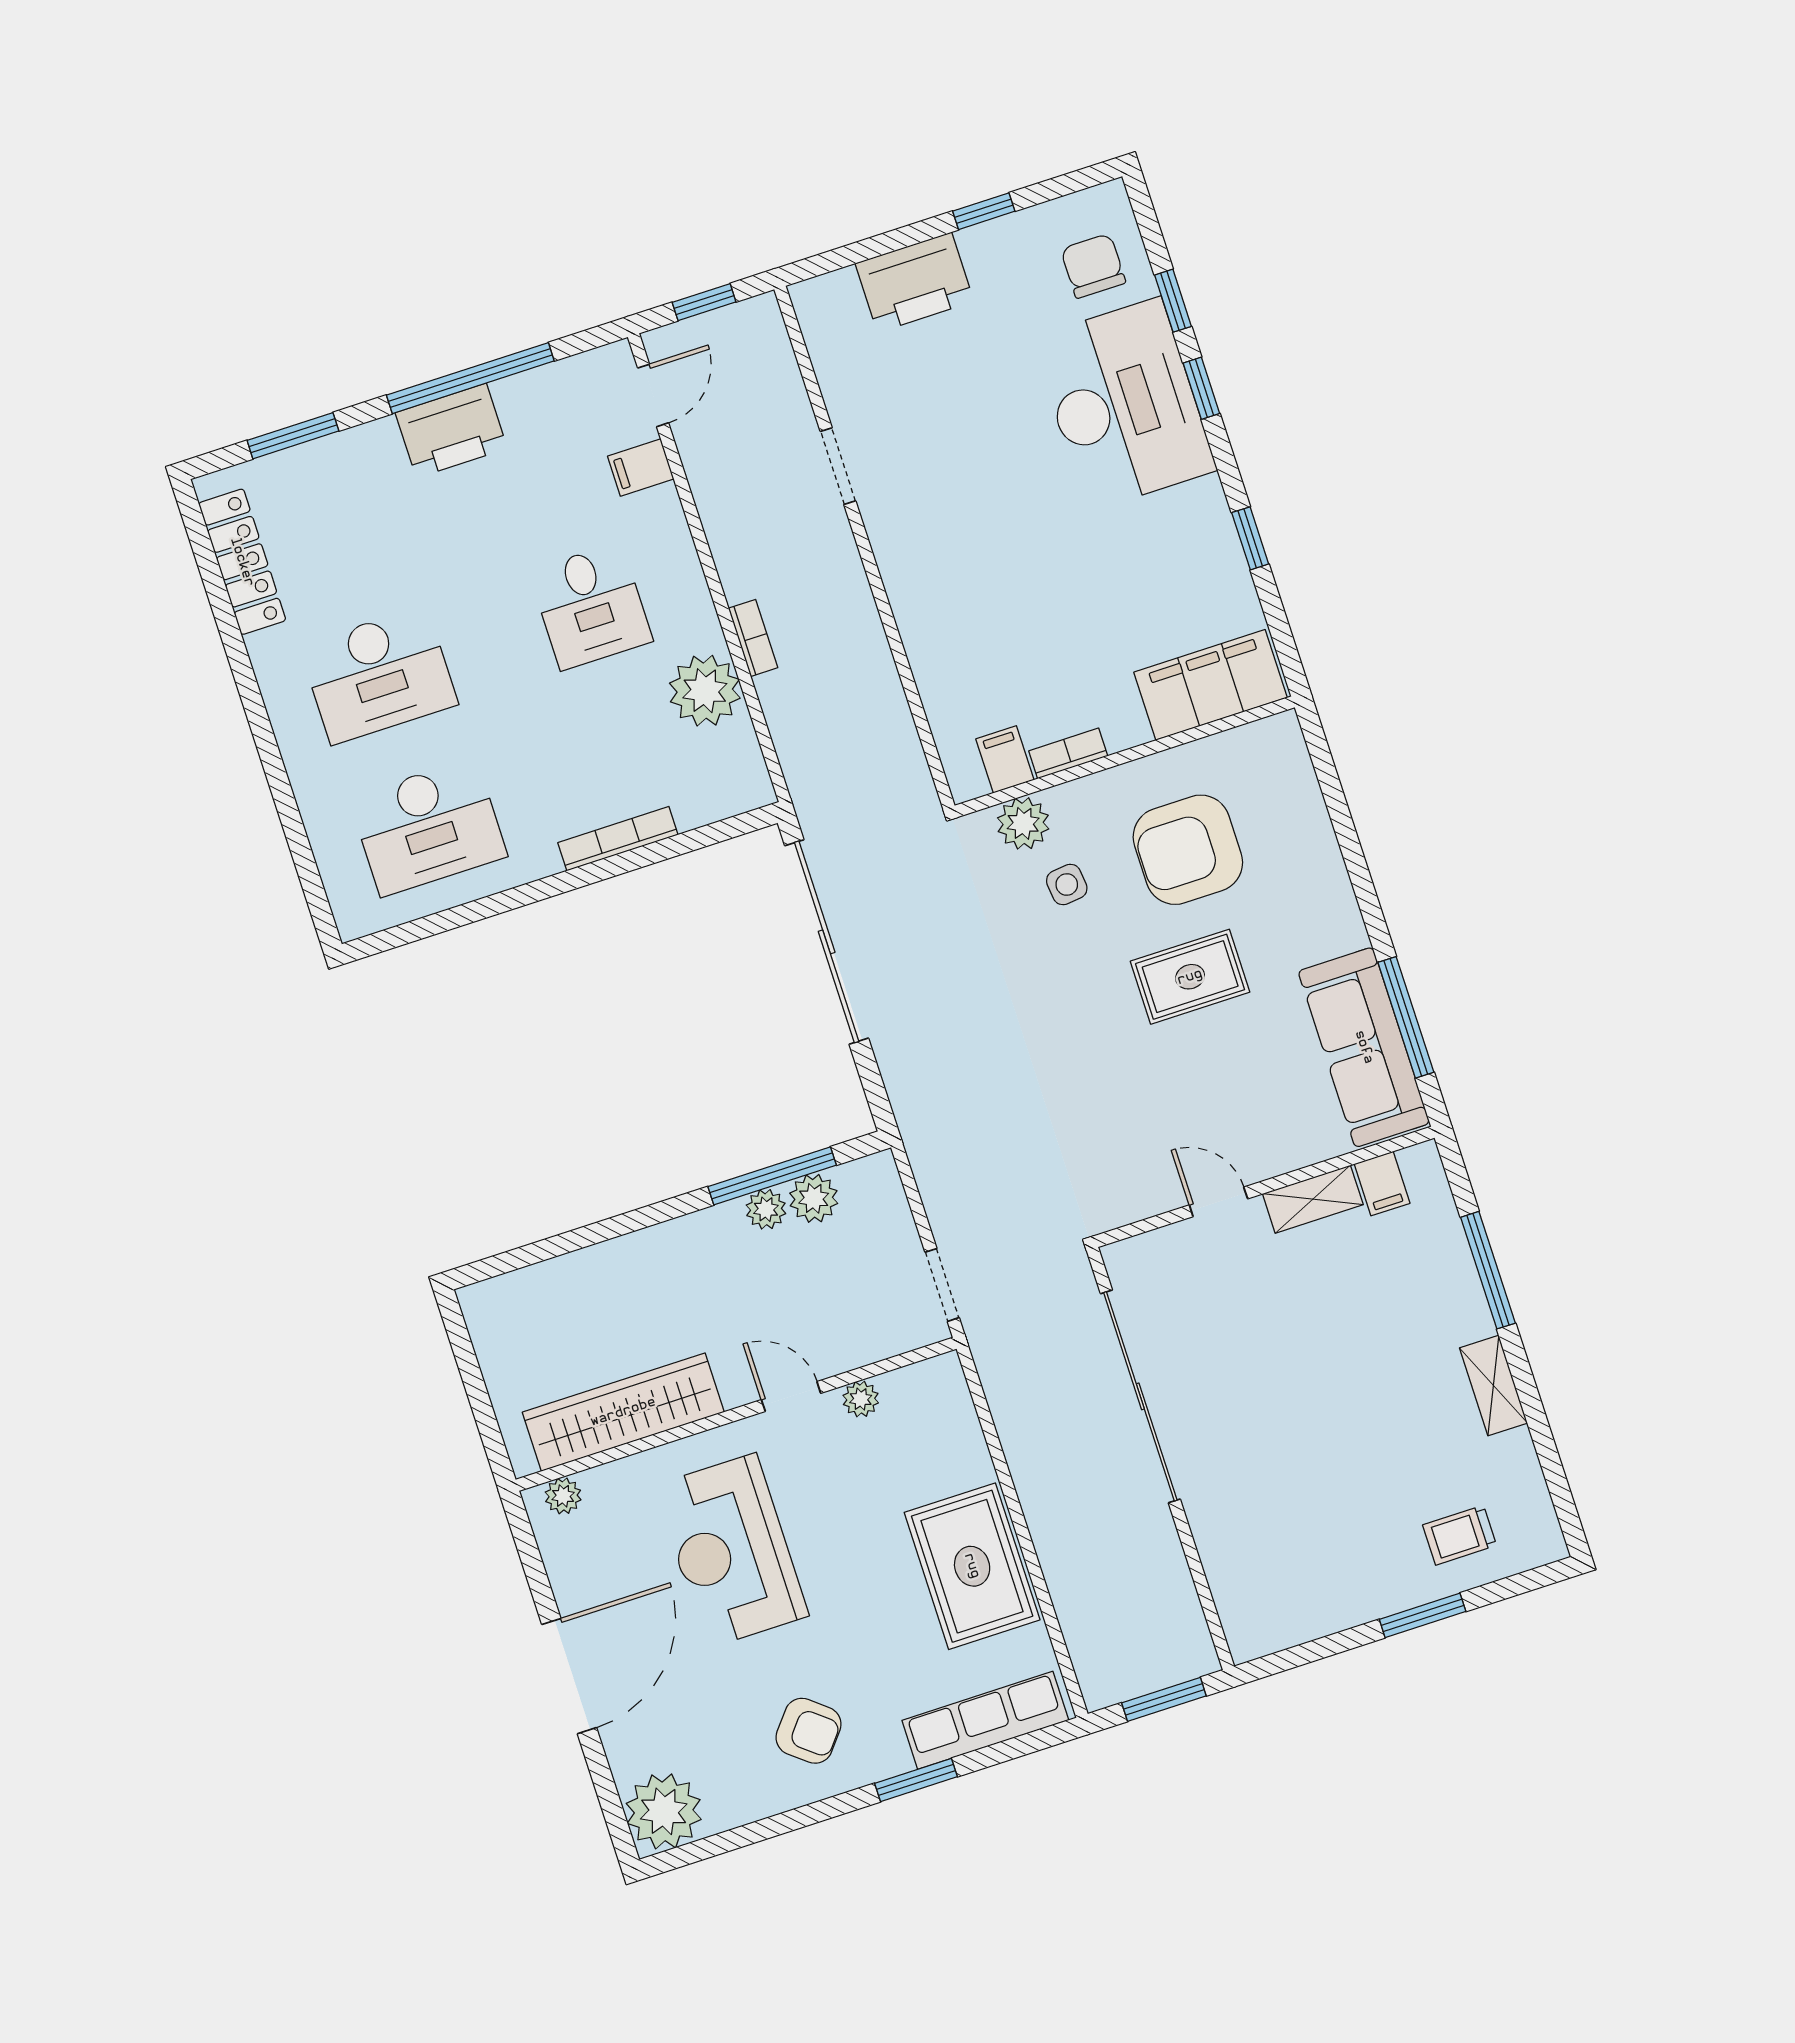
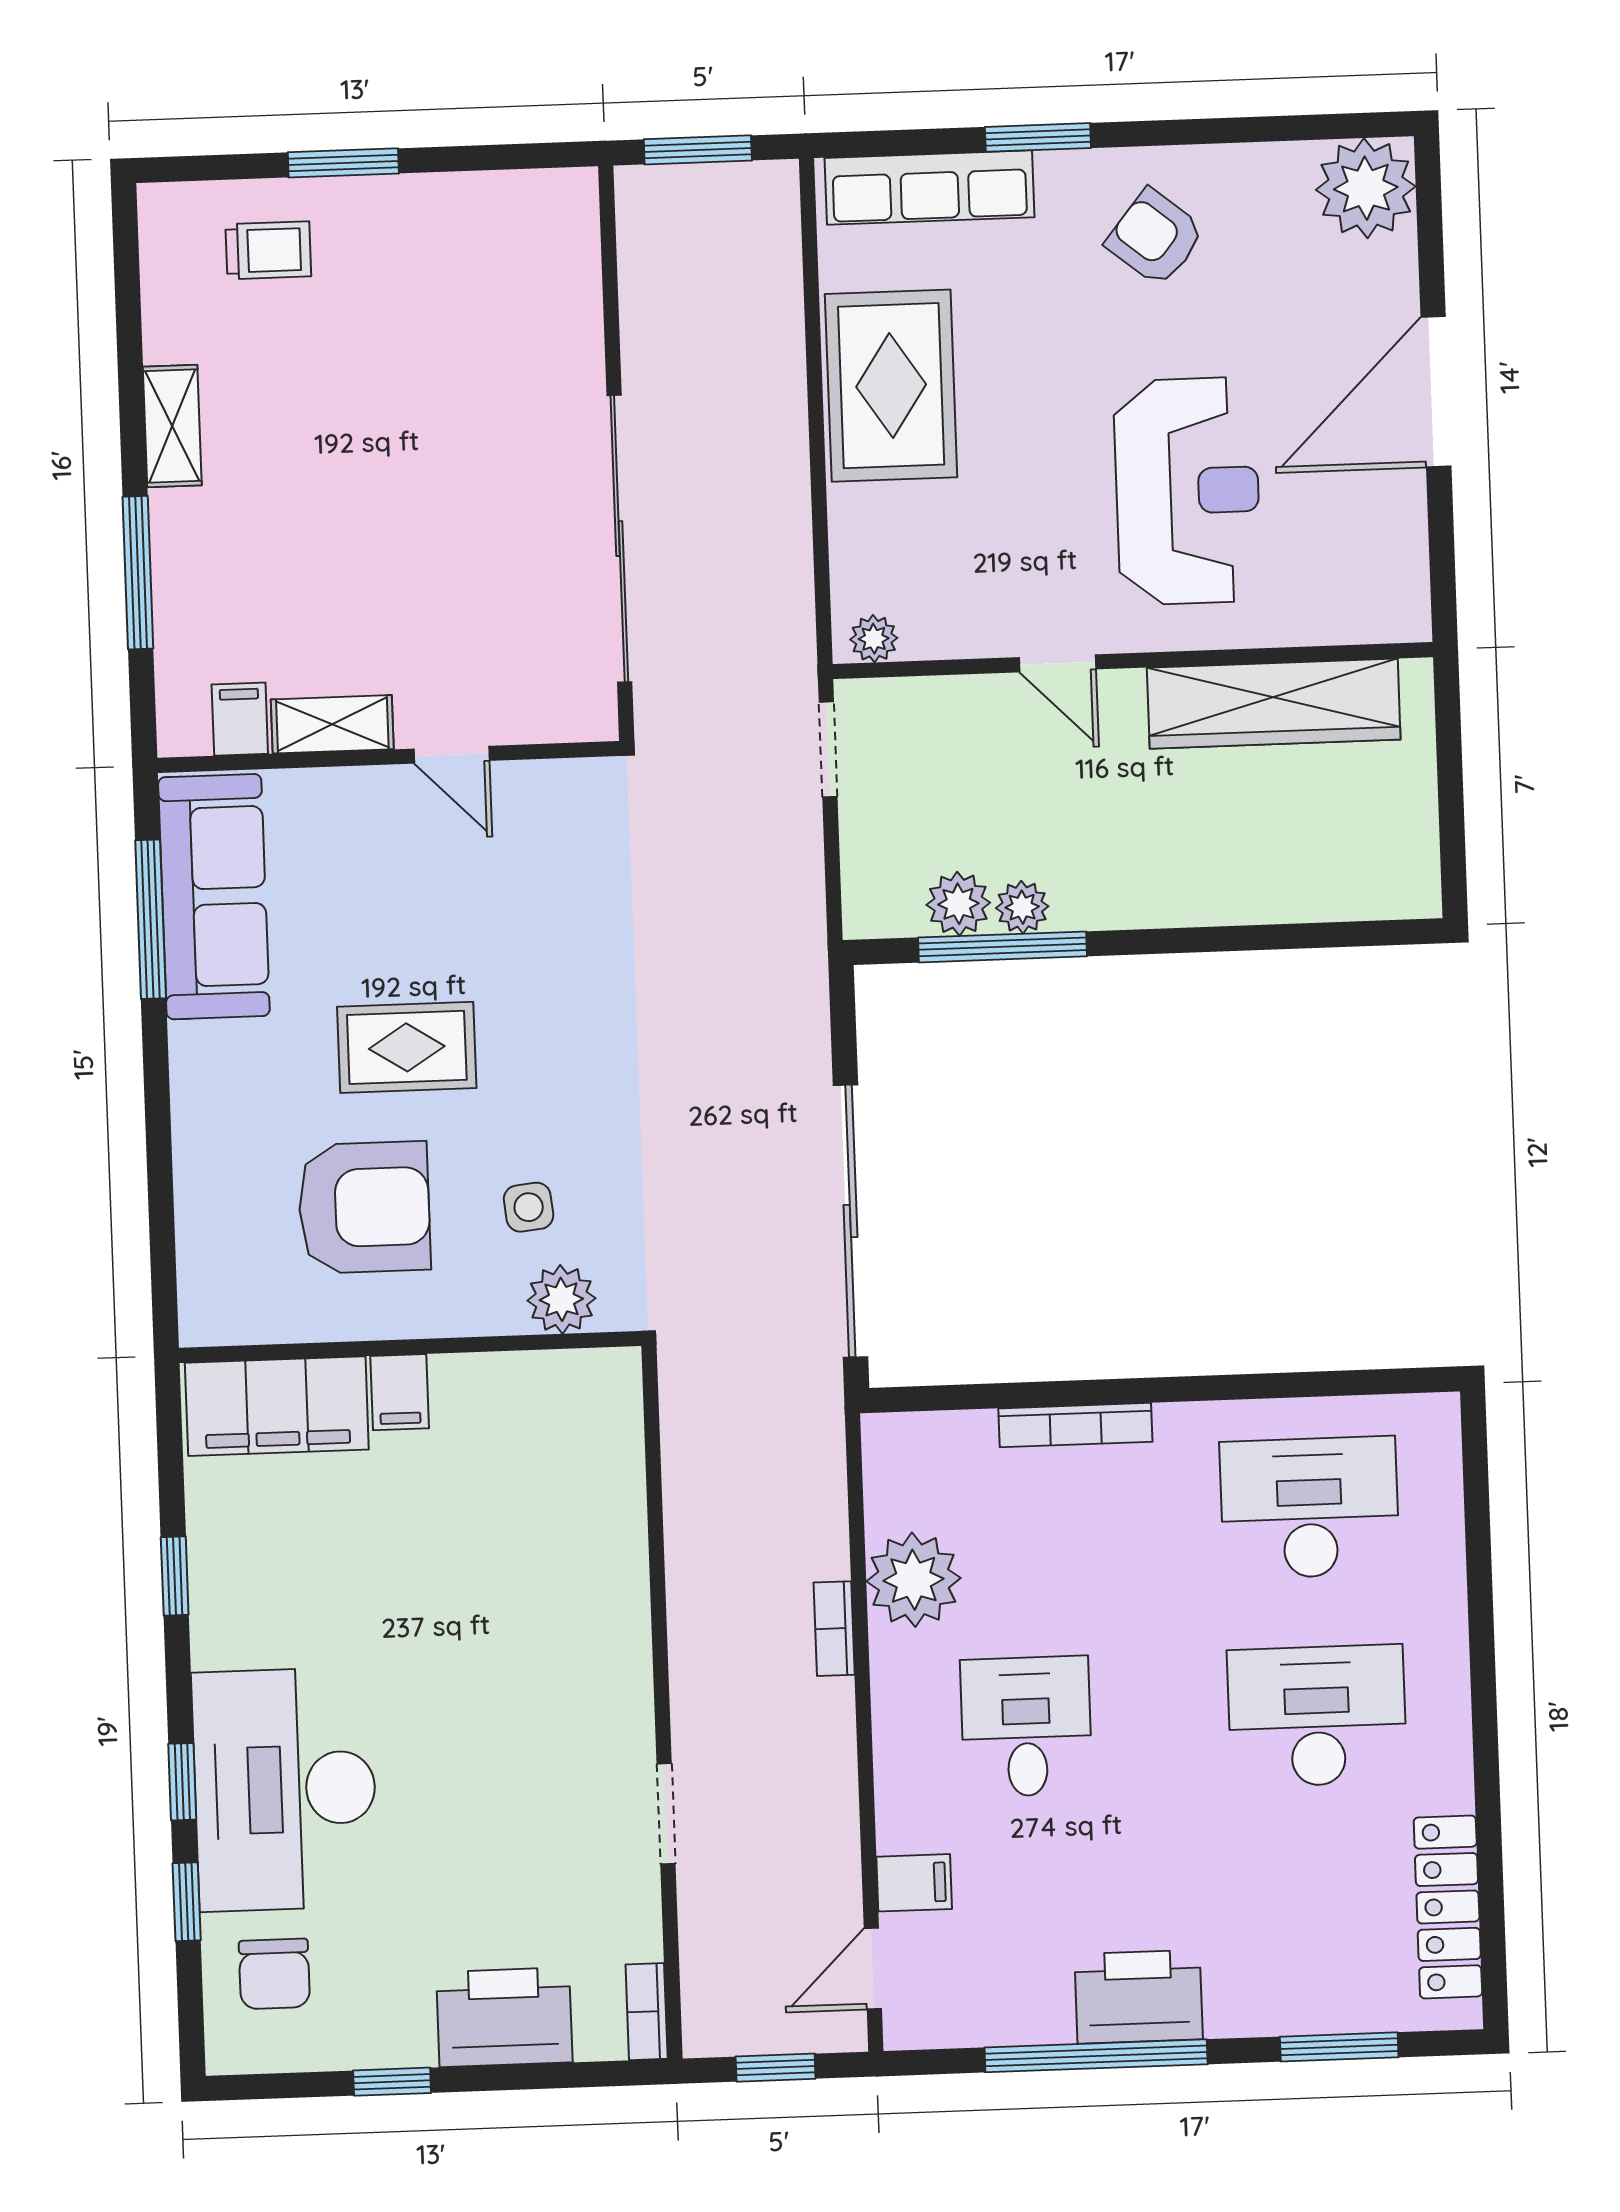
bookcase: (1068, 753) -> (647, 2012), moved, turned 90
filing cabinet: (1005, 759) -> (400, 1392), moved
plant: (861, 1399) -> (874, 639), moved
plant: (563, 1496) -> (1379, 620), removed

